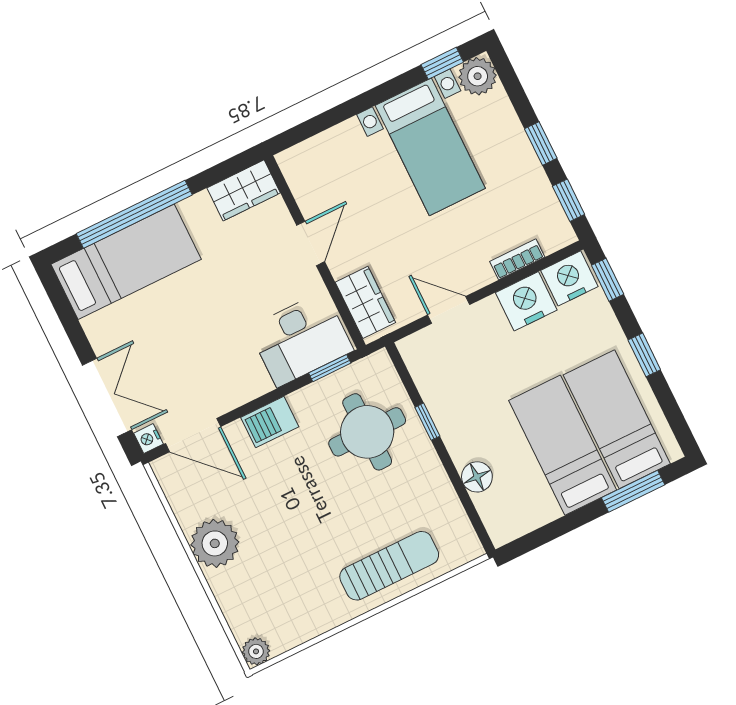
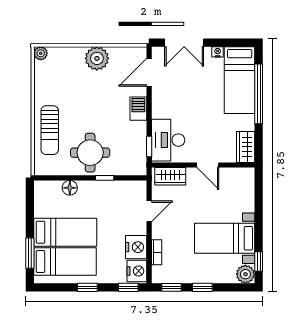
round table: (367, 432) -> (90, 153), moved
nightstand: (148, 439) -> (218, 52), moved

